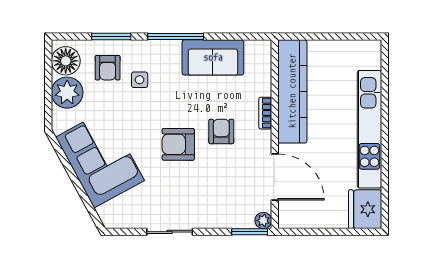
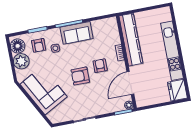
sofa: (213, 57) -> (77, 33), moved
door: (275, 177) -> (130, 83), swing flipped

